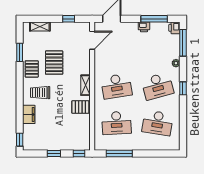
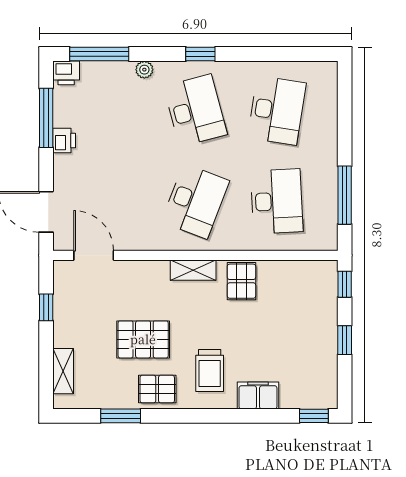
desk: (117, 86) -> (195, 201), turned 30

